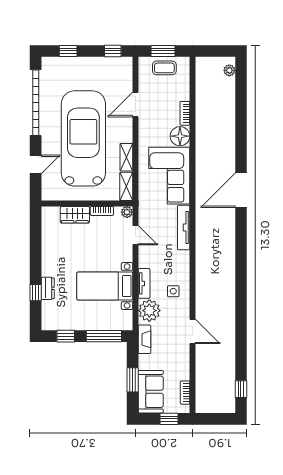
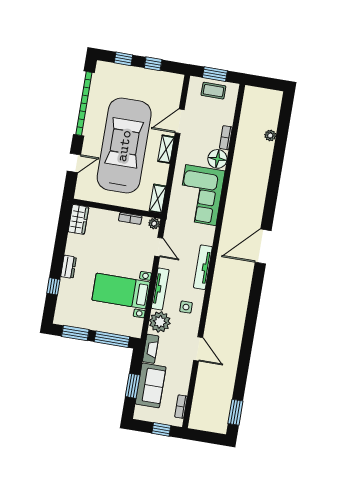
window: (113, 51) -> (153, 64), moved
plant: (229, 70) -> (270, 135), moved
shelving: (126, 157) -> (166, 149), moved
door: (241, 190) -> (263, 246), moved
wardrobe: (75, 215) -> (78, 219), moved, turned -90
tv unit: (184, 228) -> (203, 267), moved
tv unit: (144, 283) -> (160, 289), width x1.41
dresser: (48, 288) -> (68, 267), moved
window: (66, 336) -> (75, 333), width x1.50
window: (241, 389) -> (235, 412), width x1.50
sofa: (151, 392) -> (151, 385), moved

